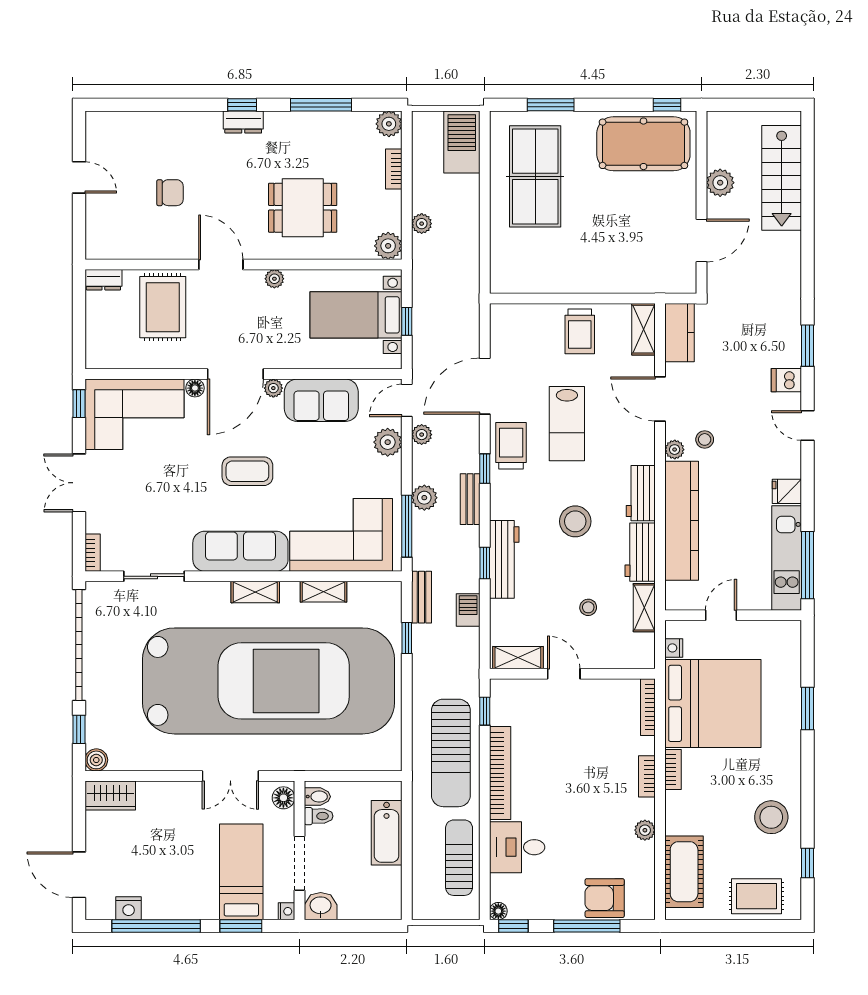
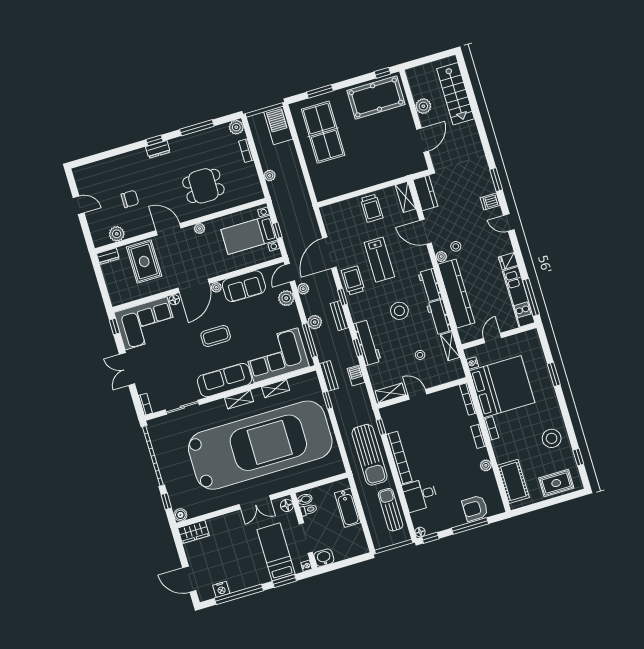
plant: (388, 246) -> (117, 234), moved

